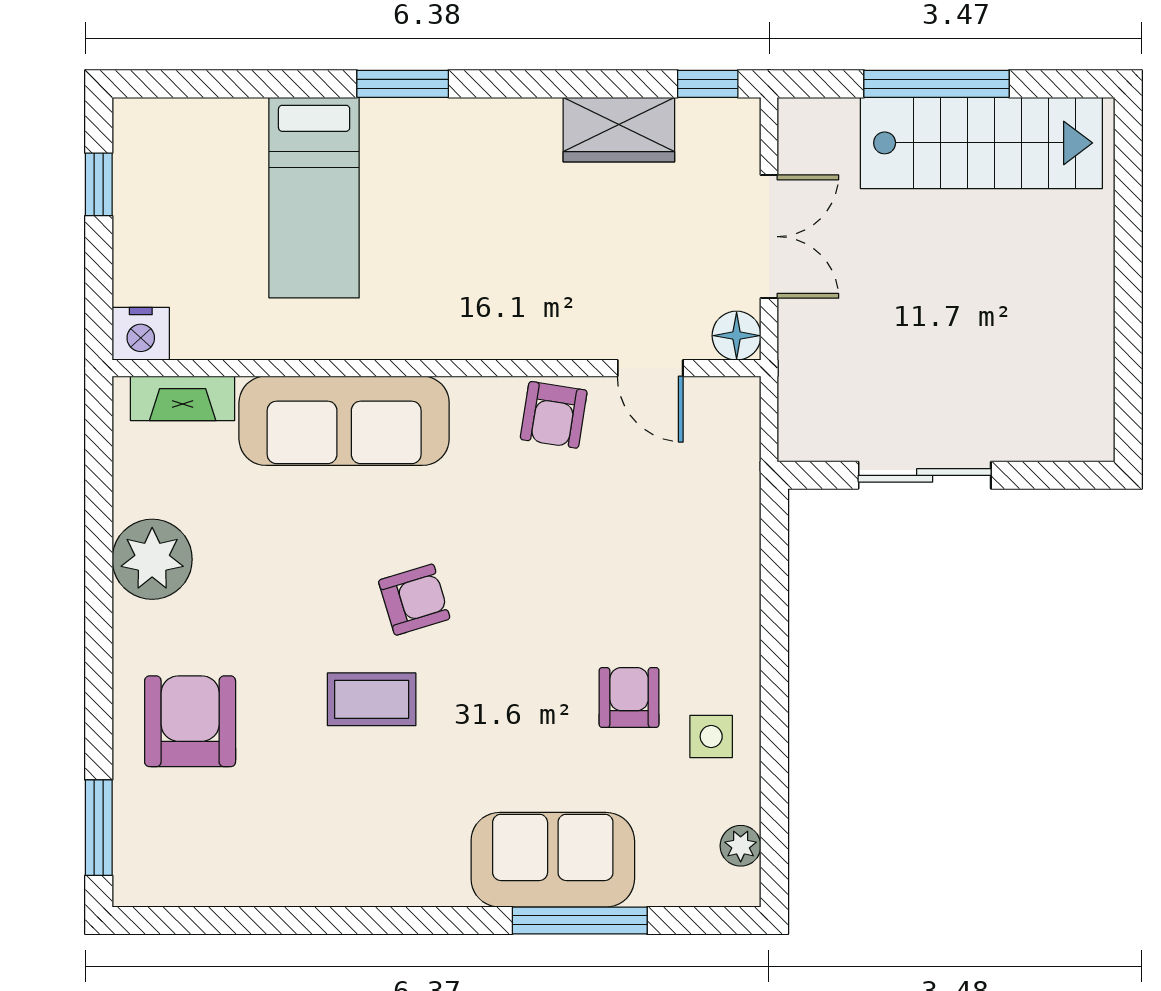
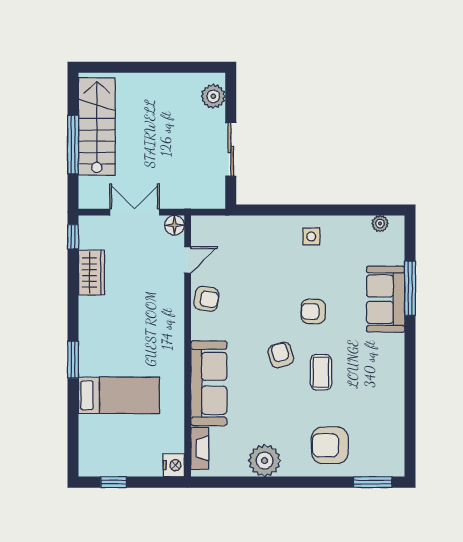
plant: (1056, 432) -> (213, 96), added
armchair: (629, 698) -> (313, 311), moved
side table: (711, 736) -> (311, 236), moved

